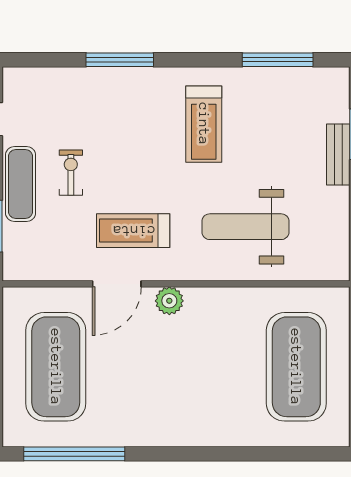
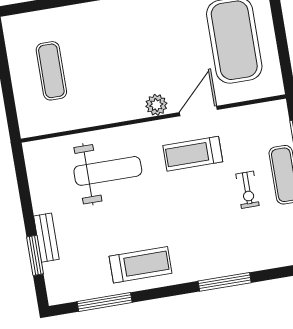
treadmill: (204, 124) -> (141, 265), moved, turned 90
treadmill: (133, 231) -> (193, 154), turned 180
exercise mat: (296, 367) -> (51, 71), width x0.50, depth x0.69

